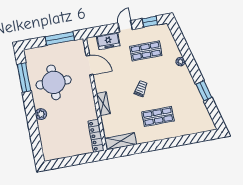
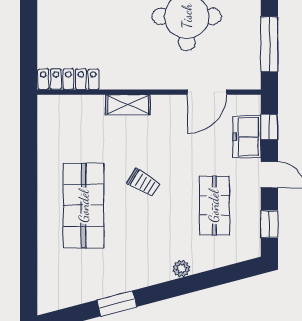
window: (101, 31) -> (269, 127), added
shop shelf: (158, 116) -> (84, 206), width x1.43, depth x1.36
shelving: (121, 141) -> (49, 125), removed

